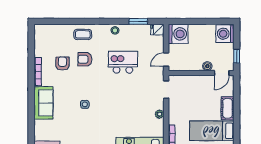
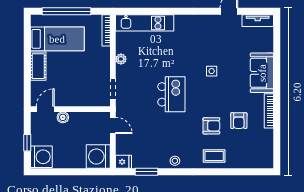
window: (237, 56) -> (27, 143), moved
door: (166, 60) -> (113, 125), hinge flipped
kitchen island: (123, 62) -> (171, 94), moved, turned -90

